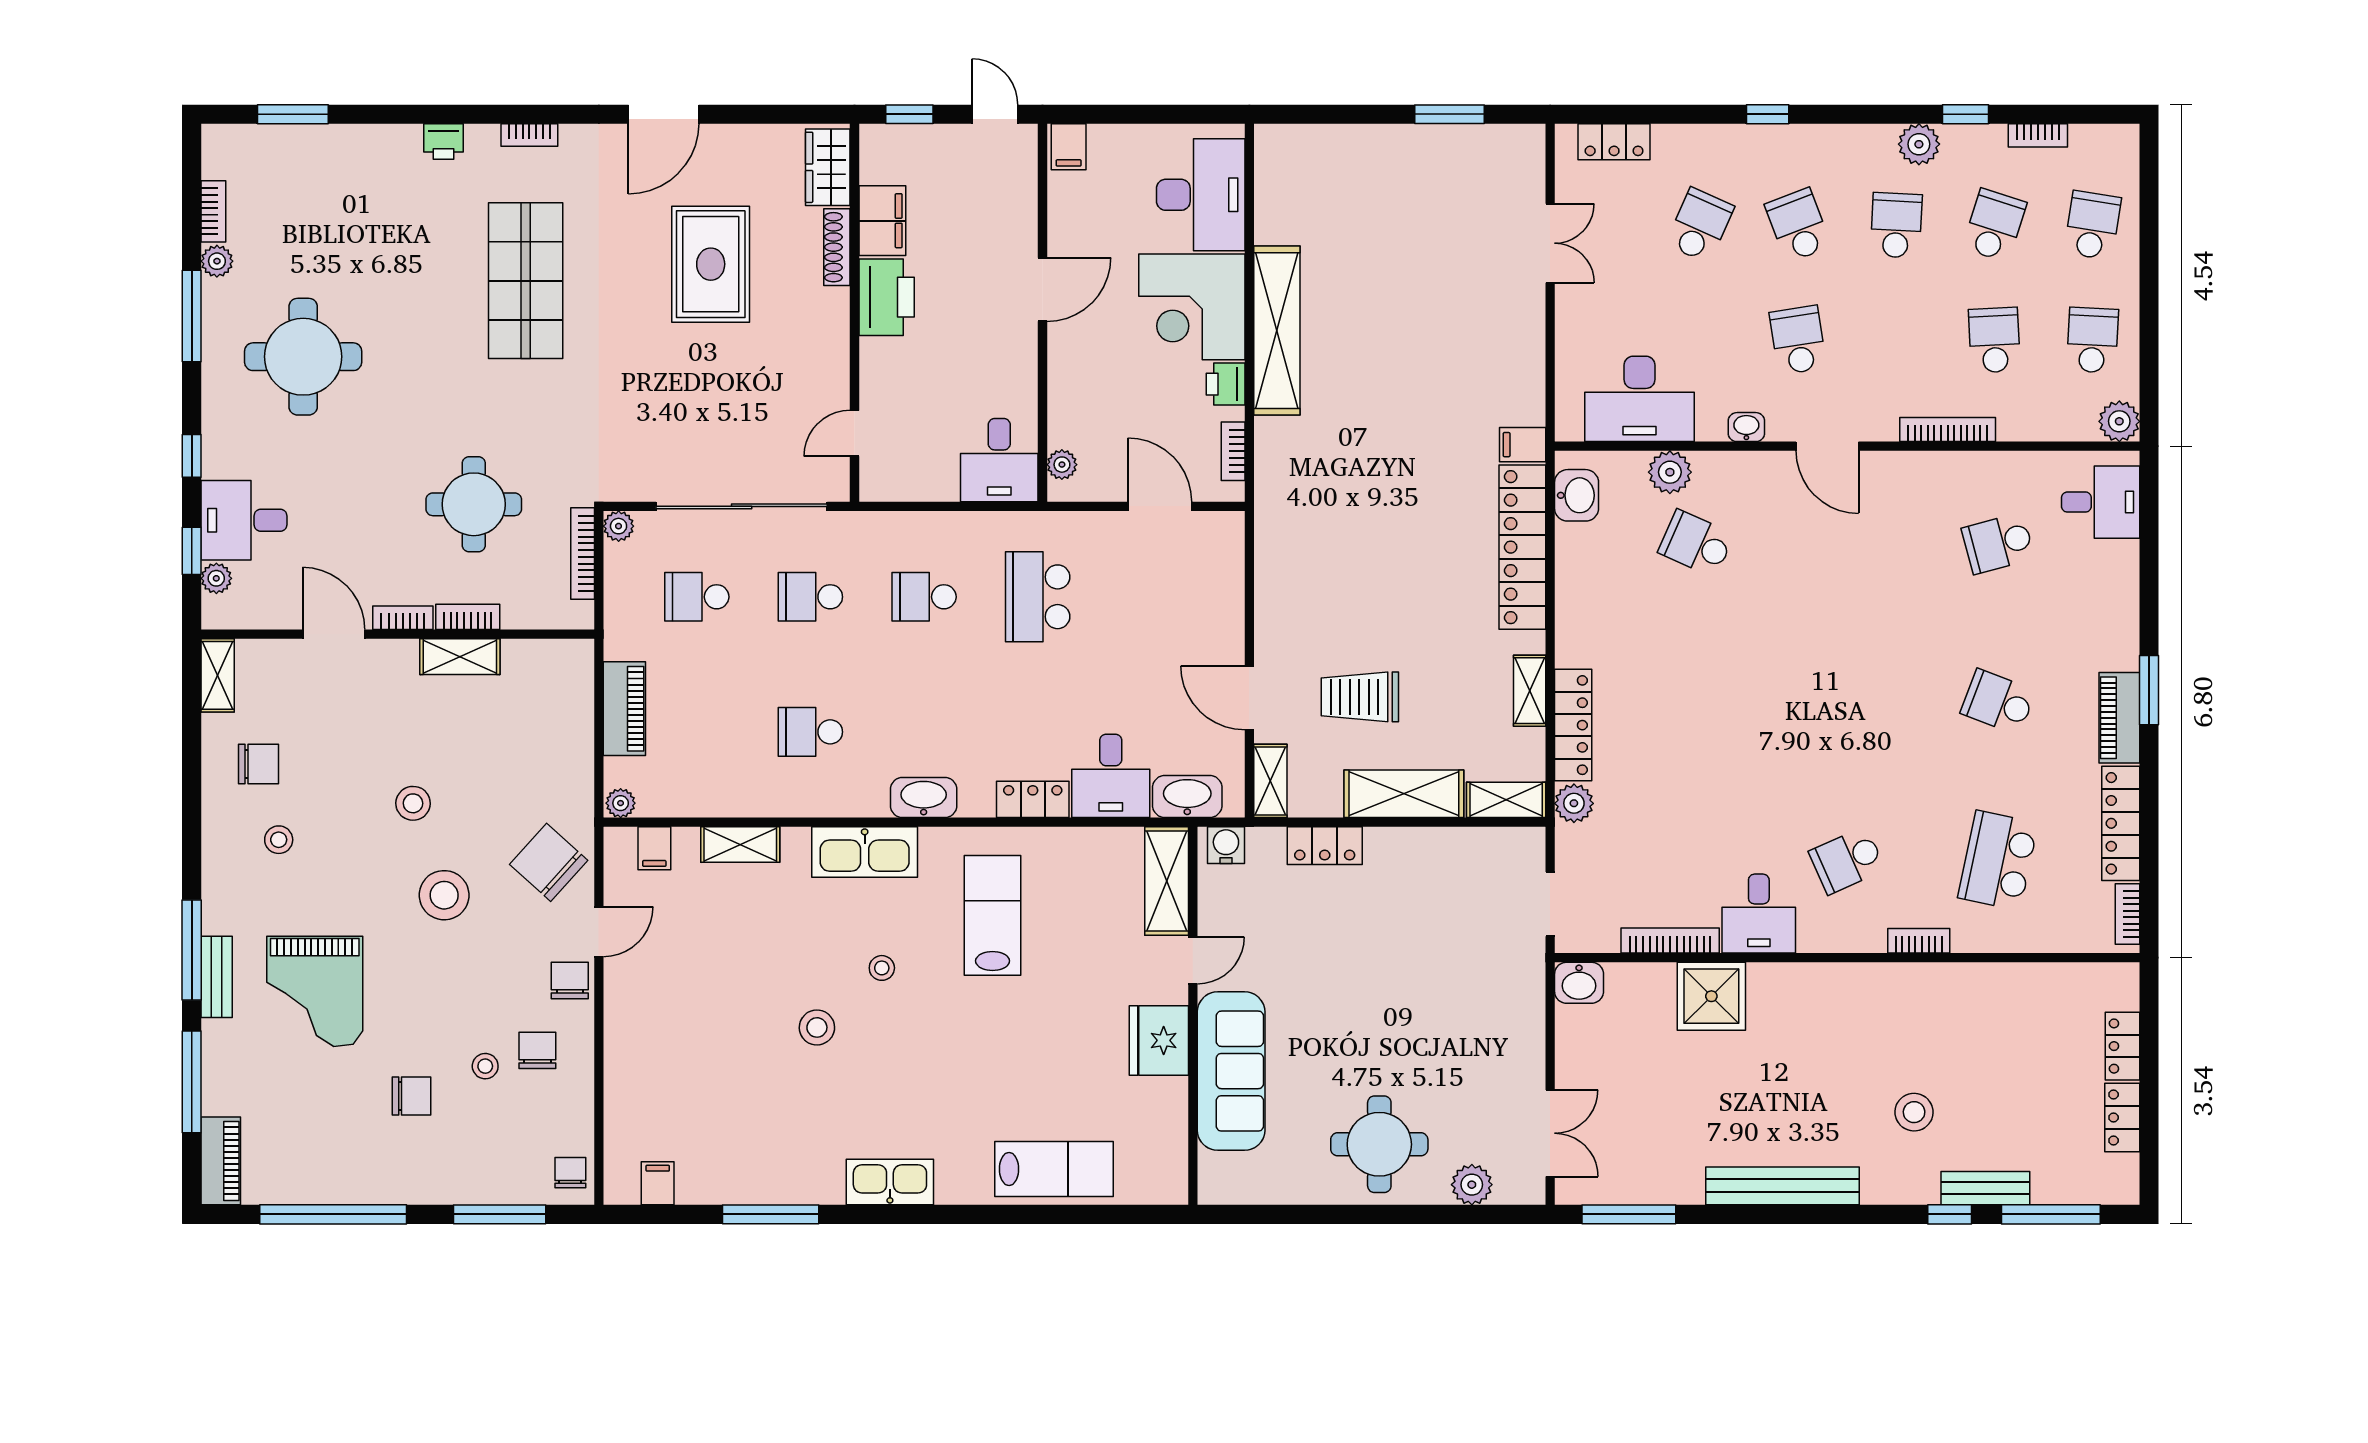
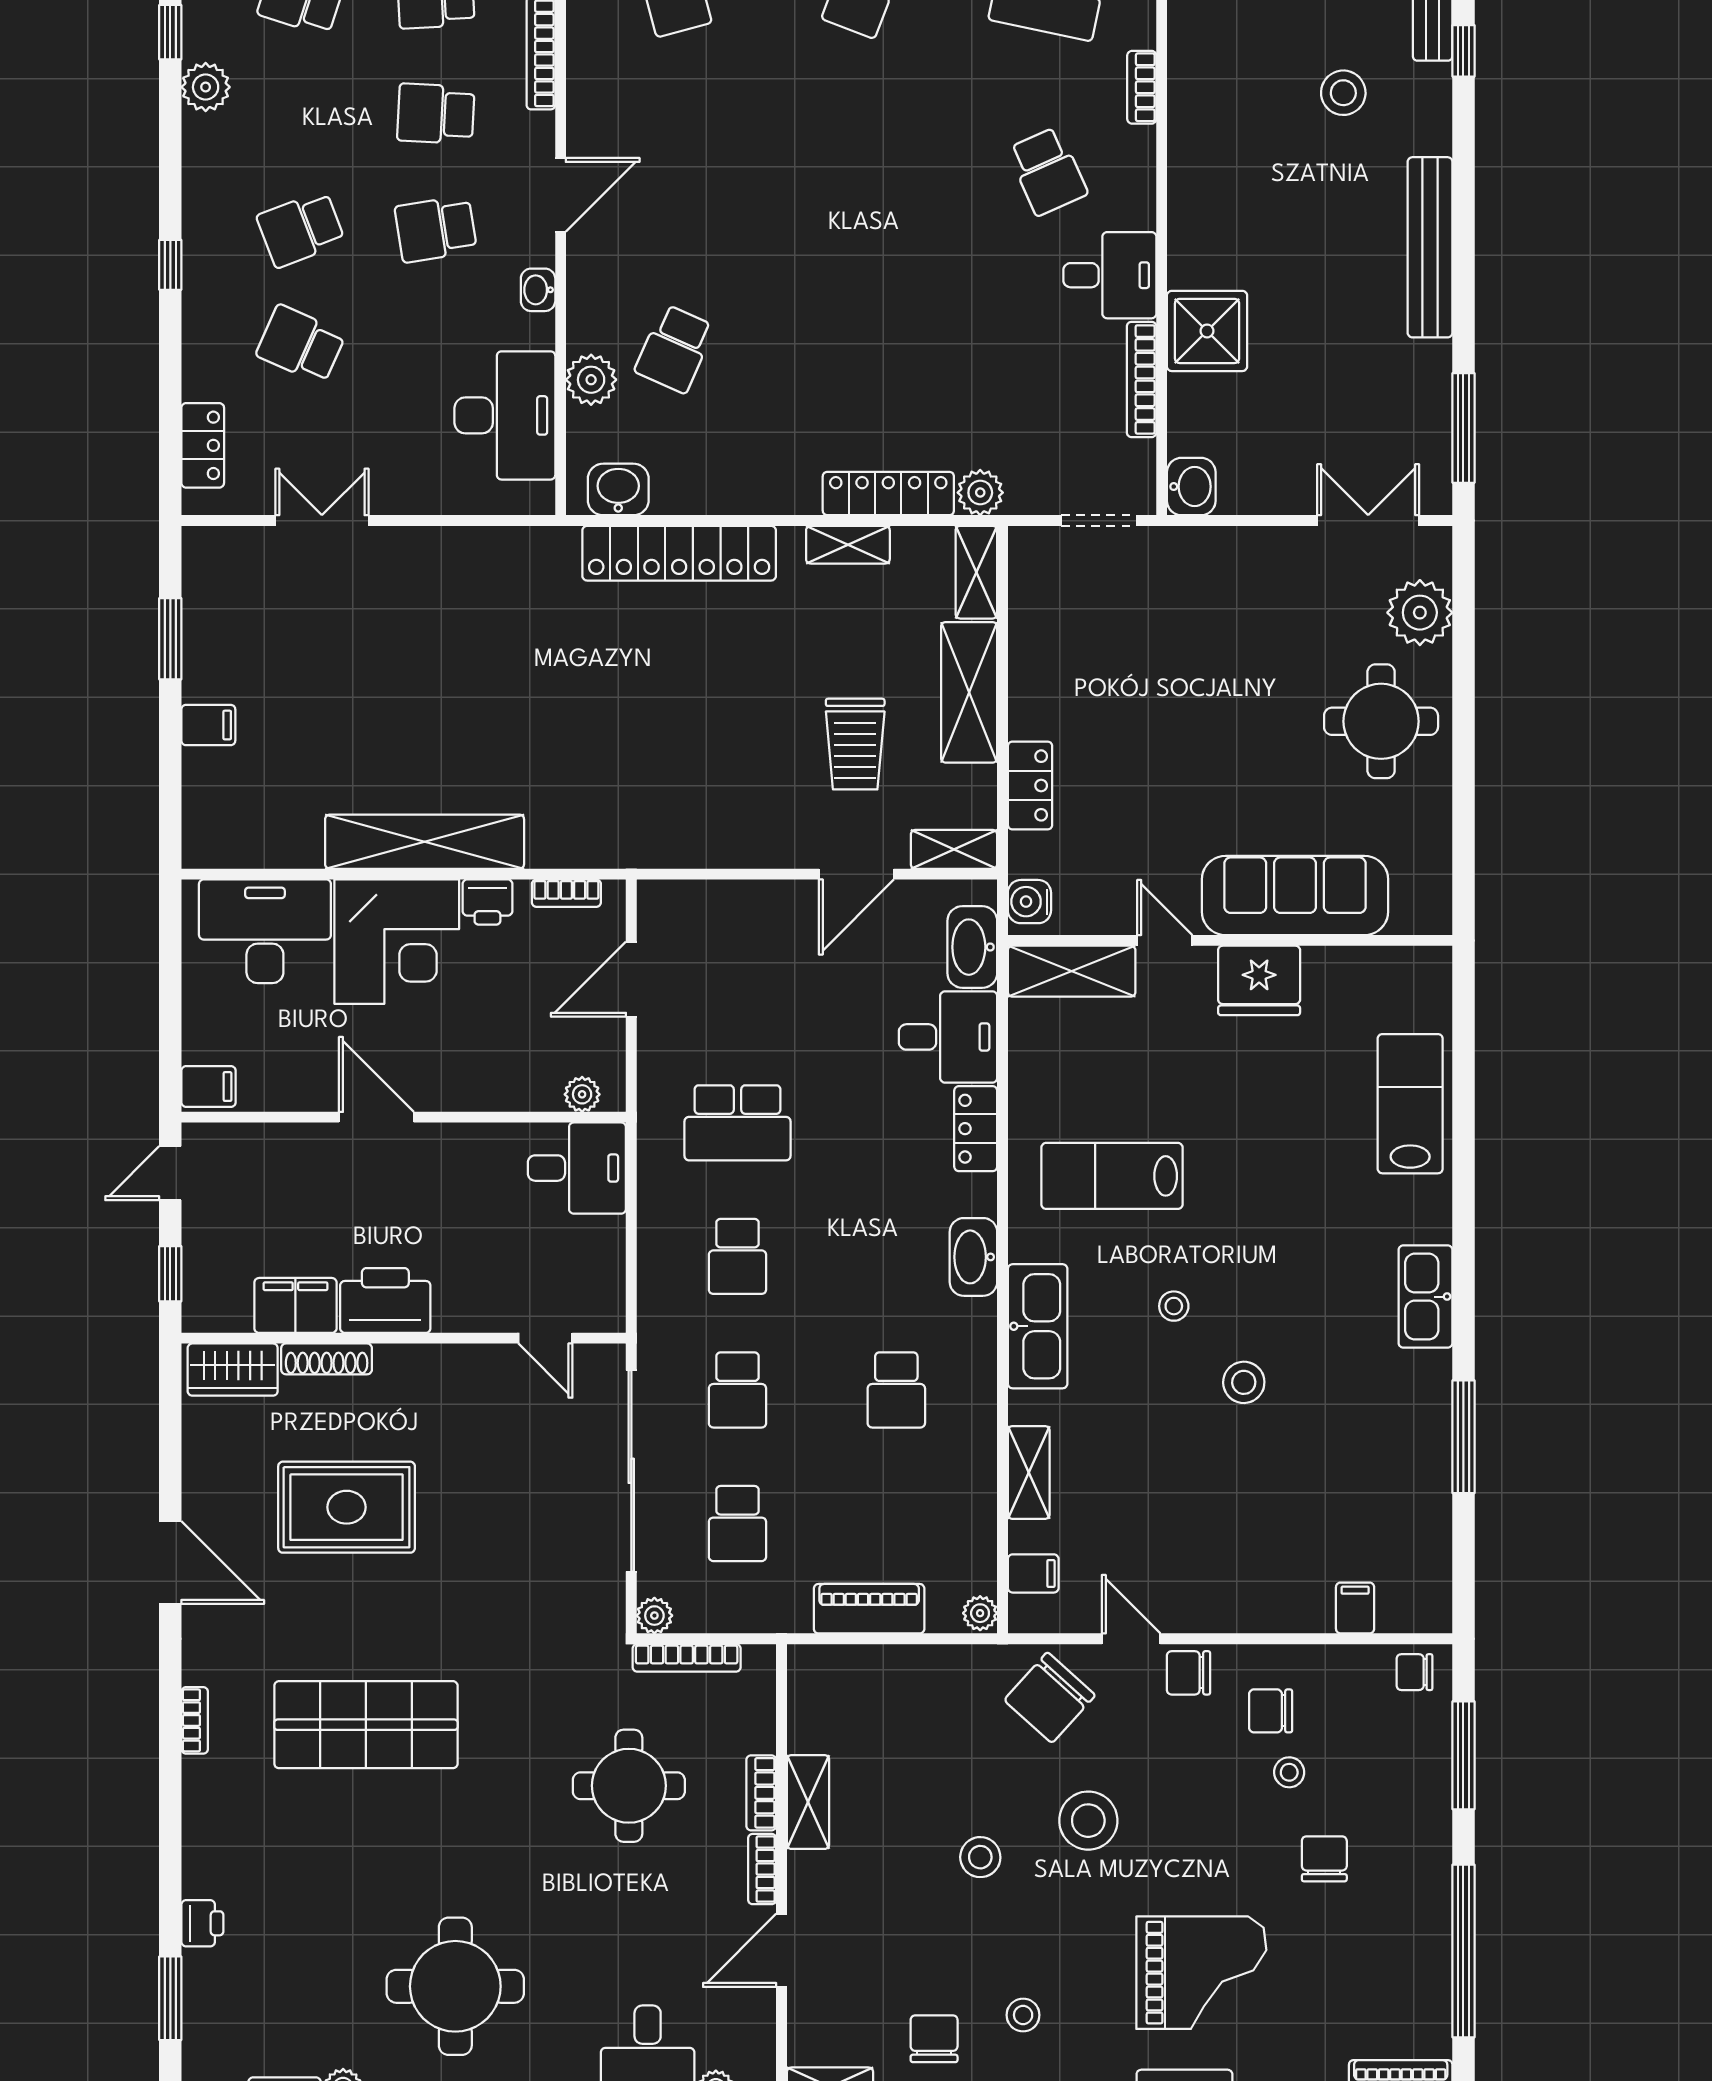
printer: (444, 141) -> (202, 1923), moved
school desk: (1896, 225) -> (436, 114), moved
filing cabinet: (1523, 445) -> (208, 725), moved, turned -90
filing cabinet: (658, 1183) -> (1355, 1608), moved, turned 90
plant: (1472, 1185) -> (1420, 613), width x1.36, depth x1.36

